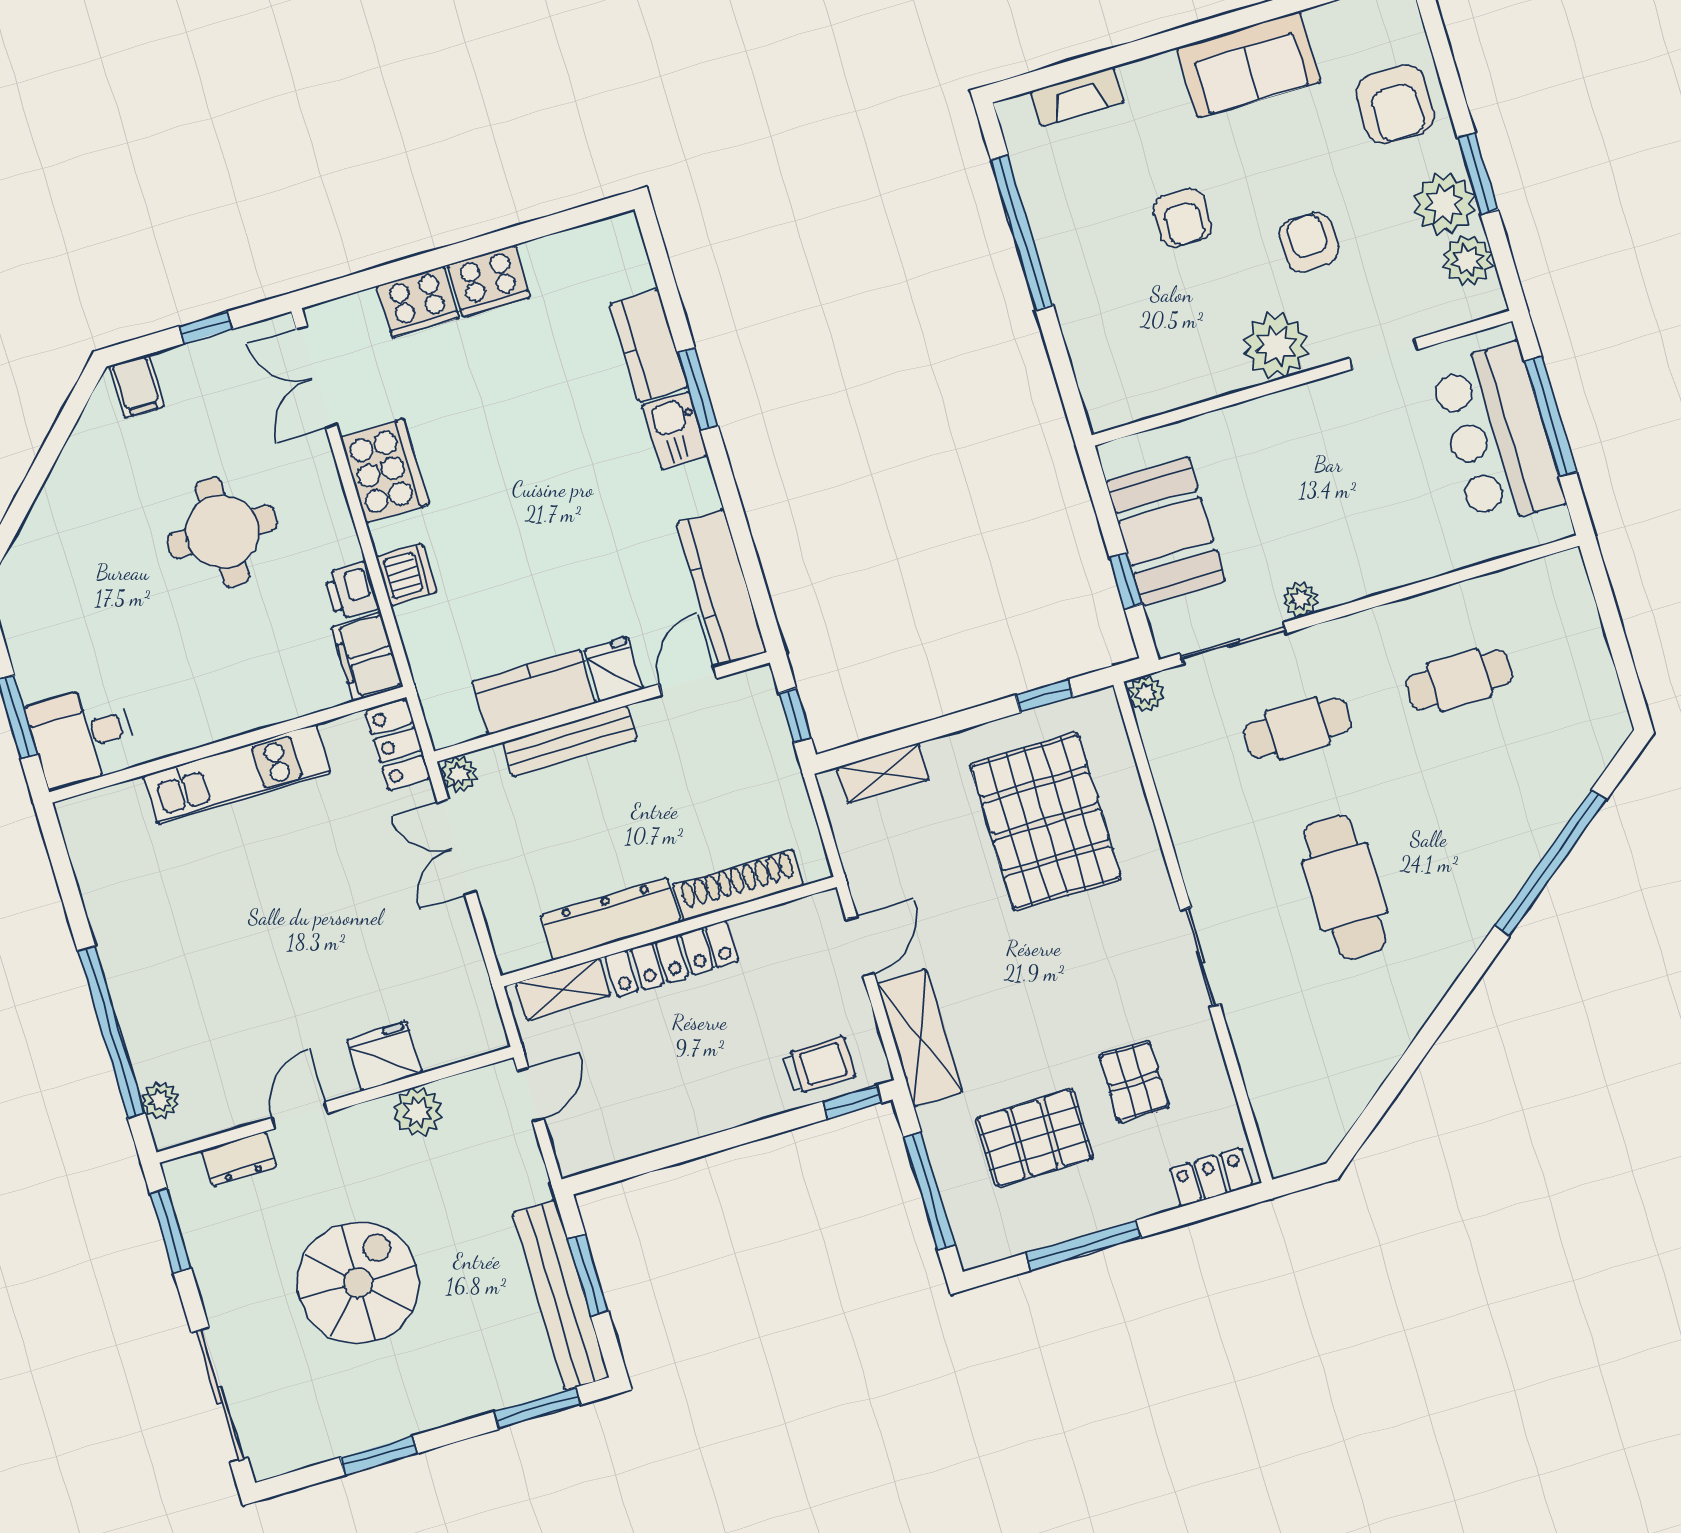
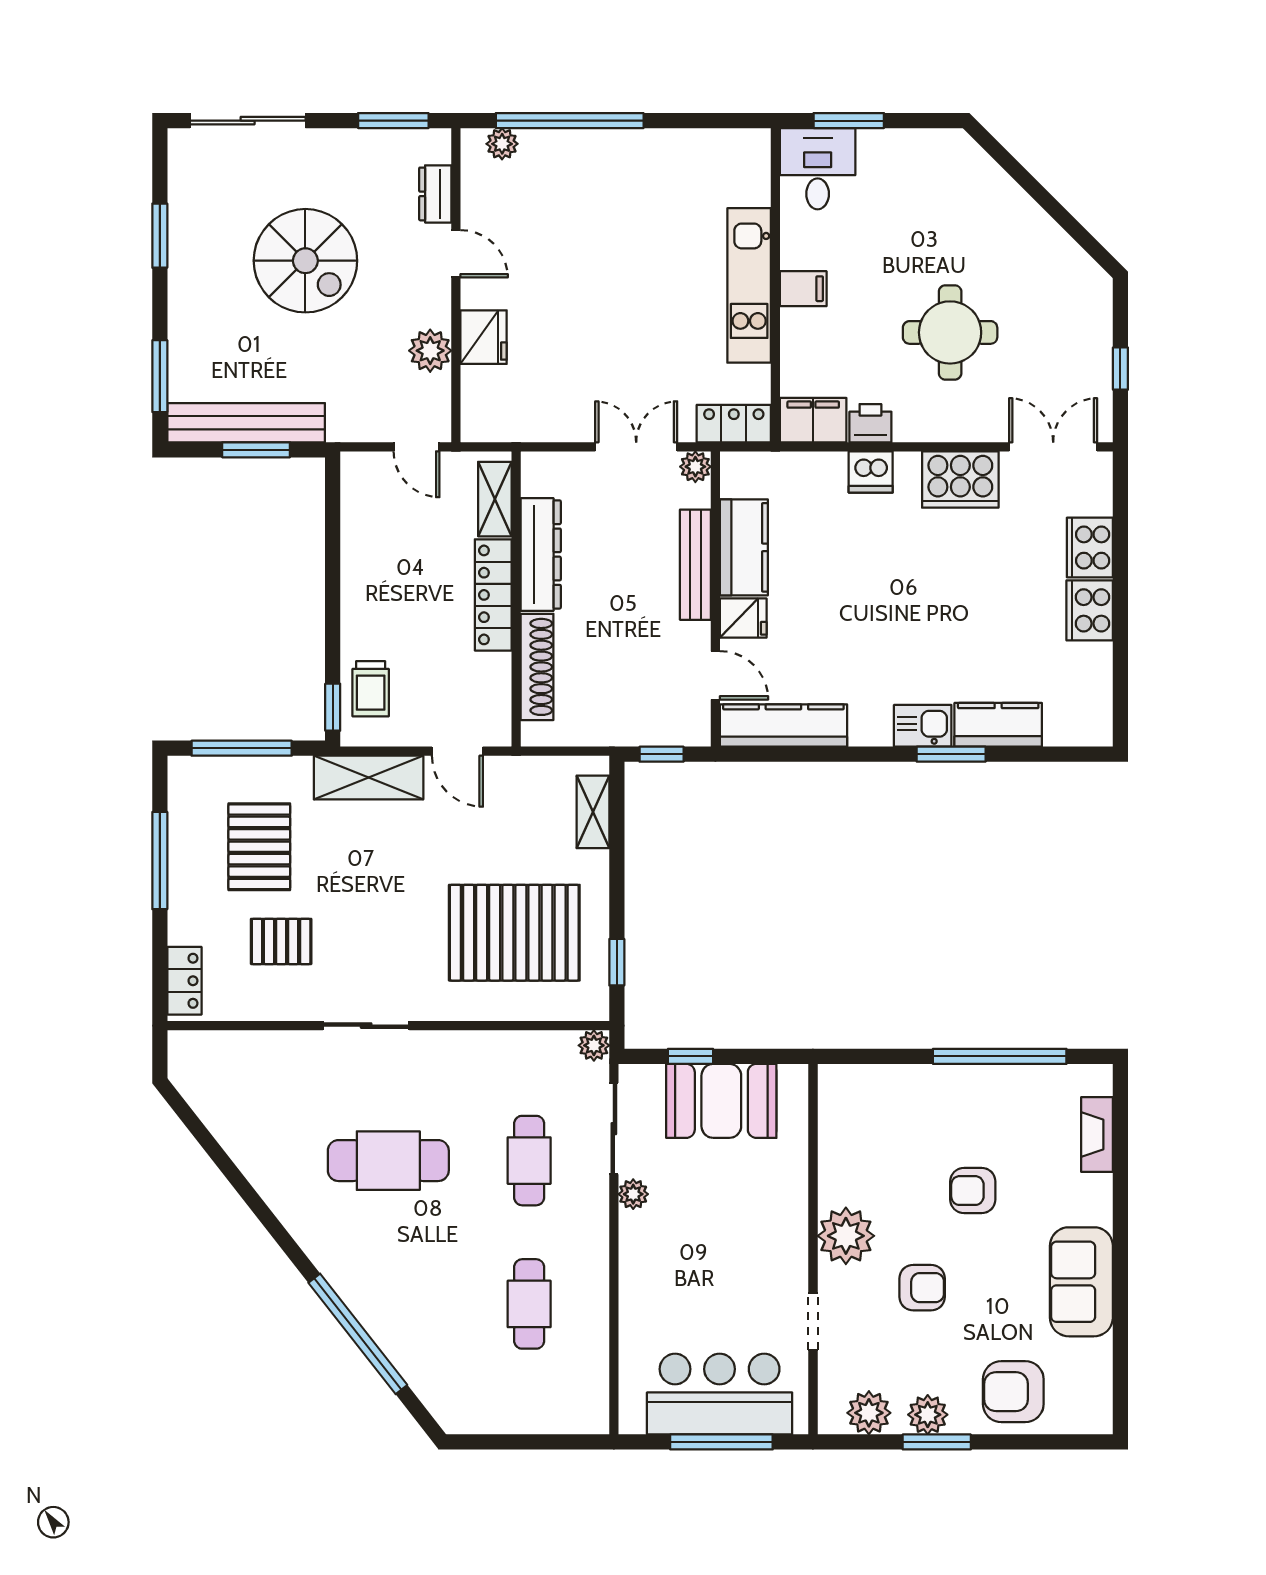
plant: (1444, 204) -> (928, 1415), width x0.73, depth x0.73
filing cabinet: (137, 386) -> (803, 289), moved, turned 180

